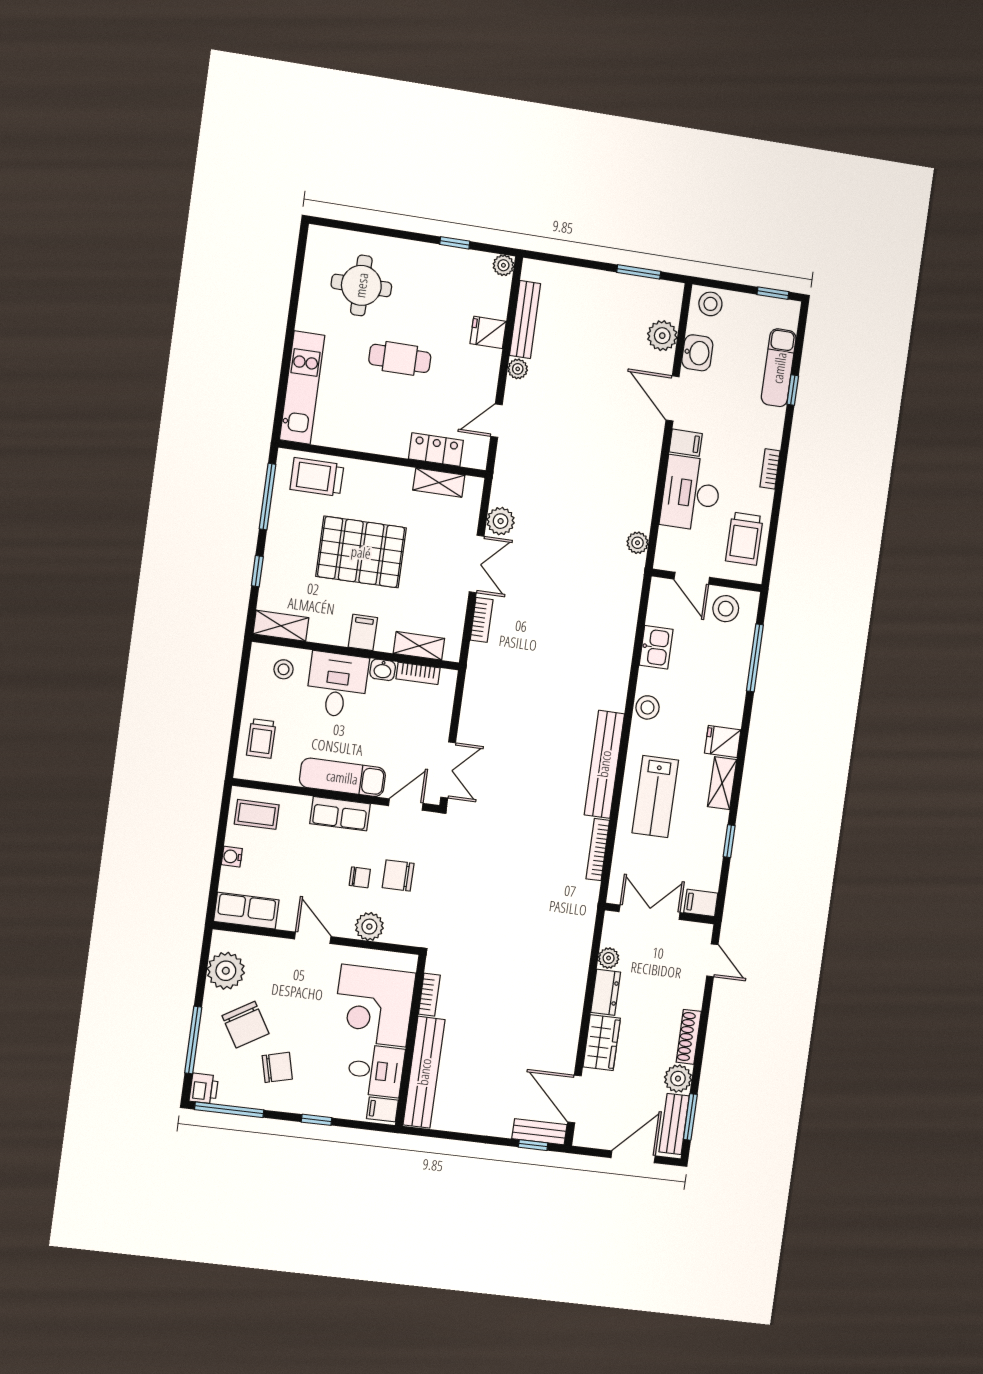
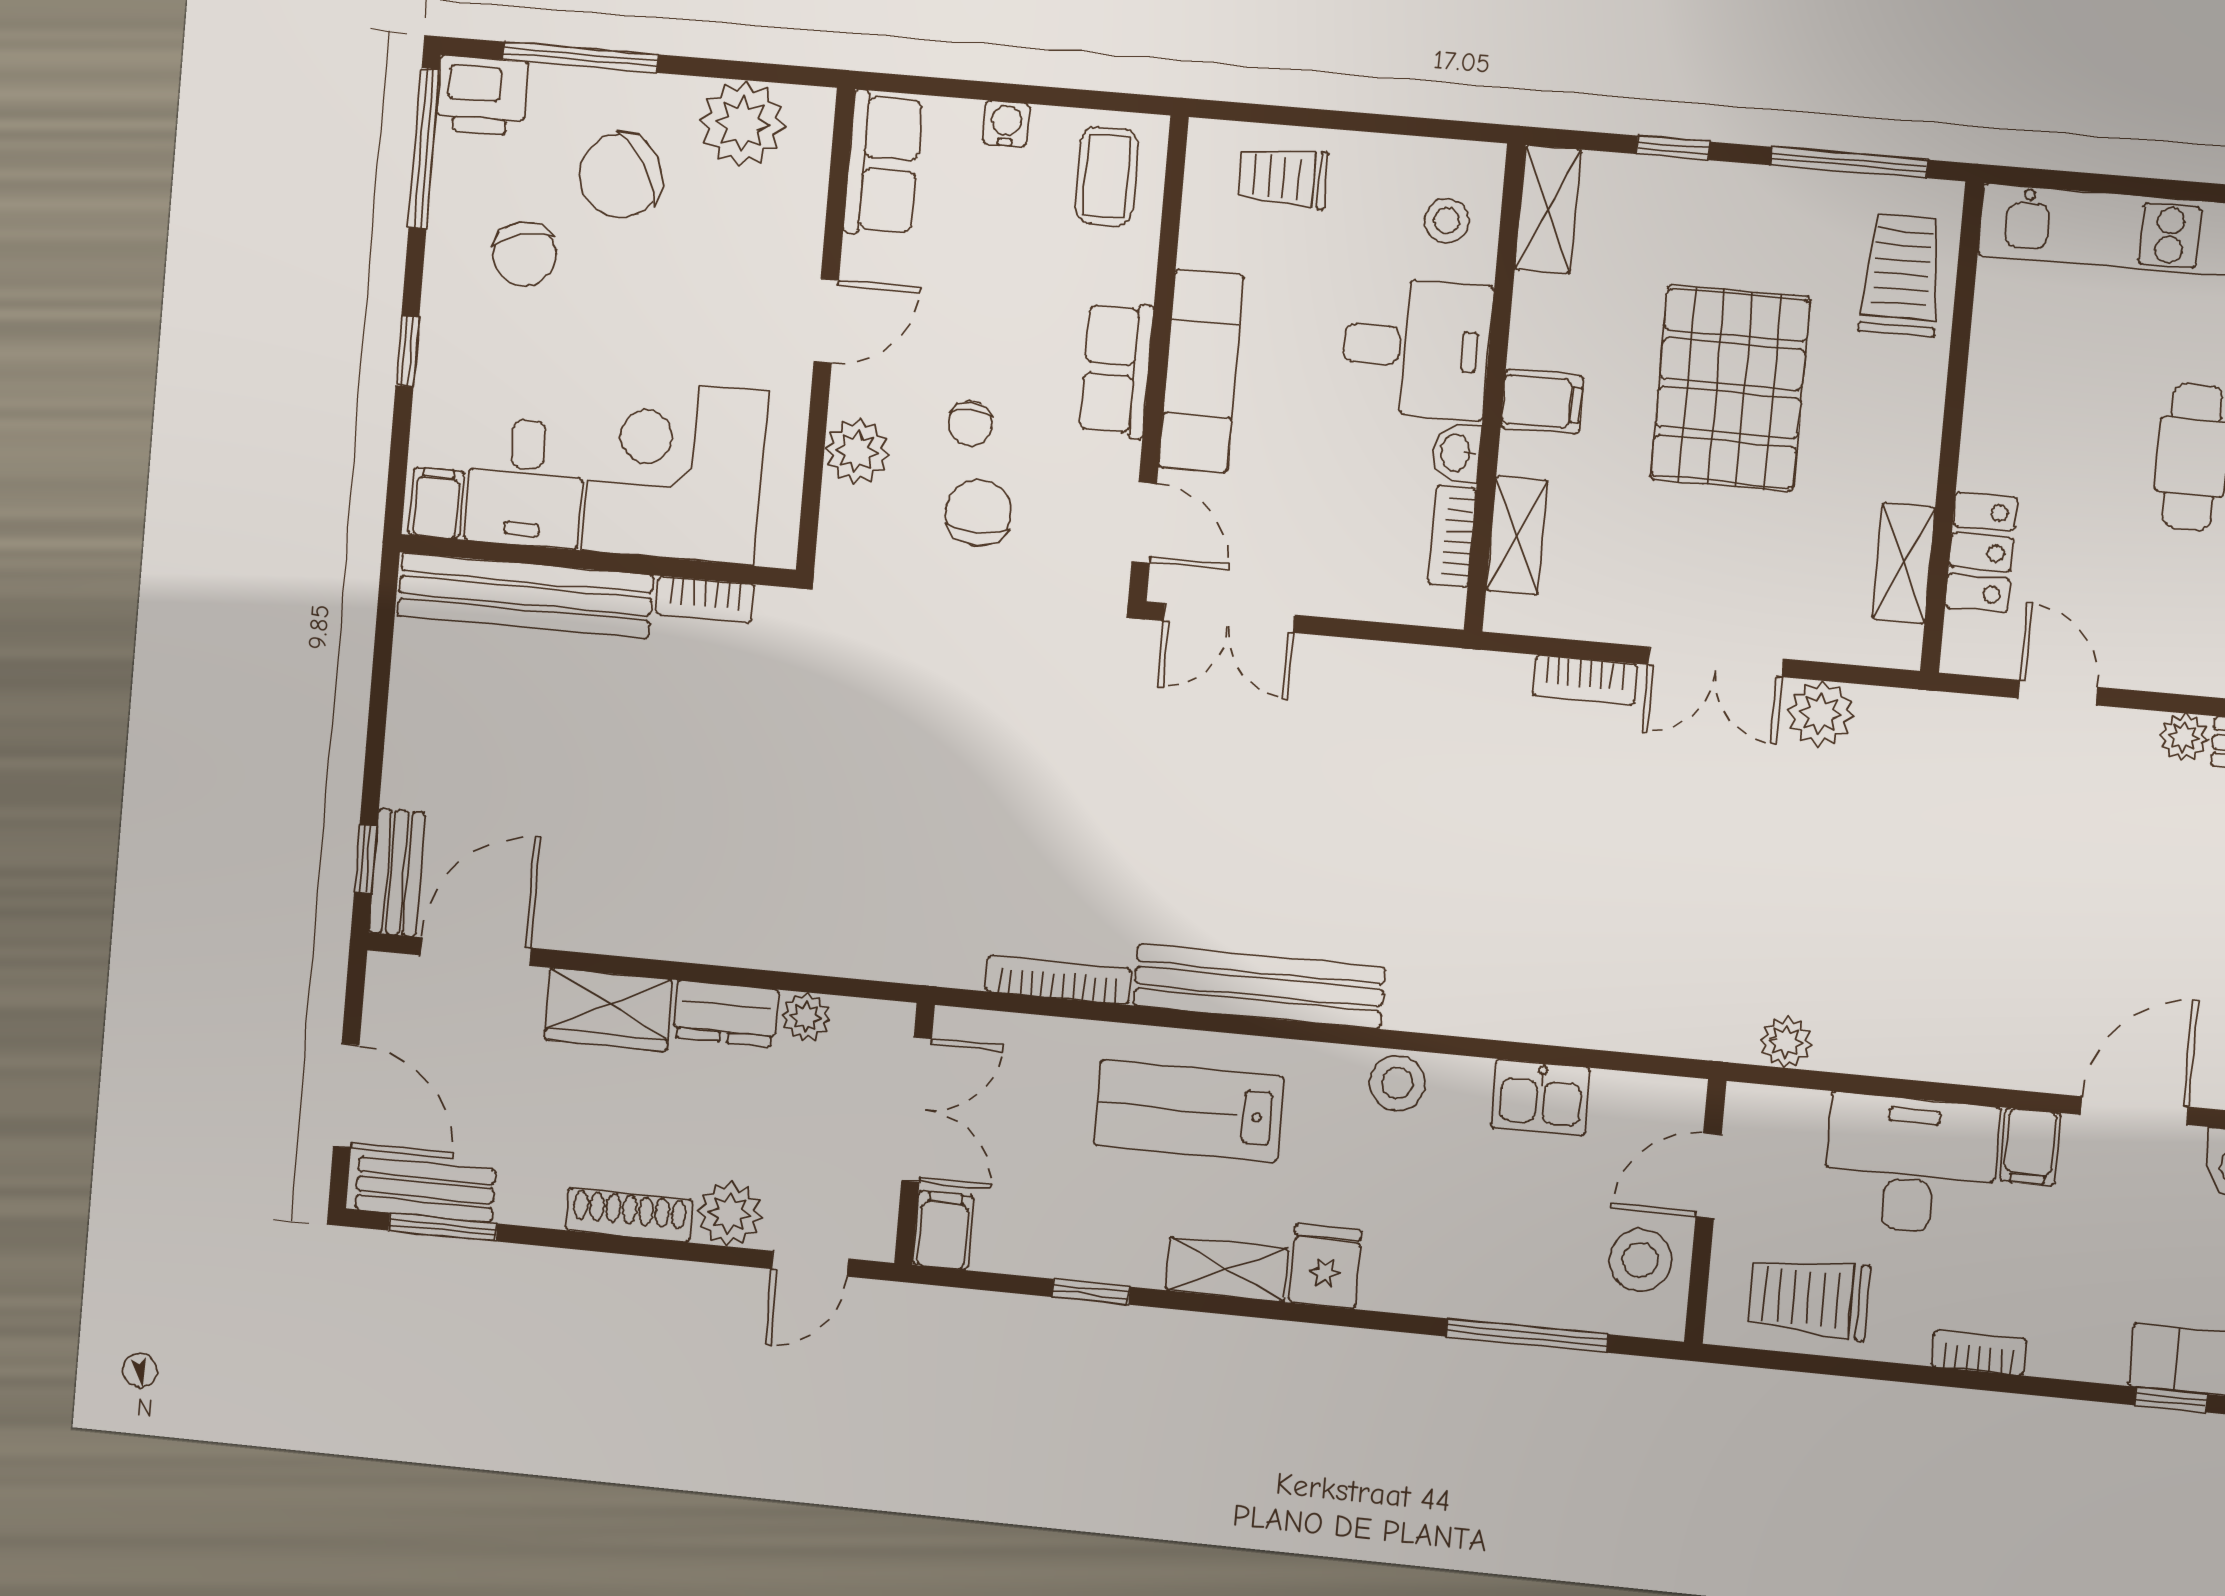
plant: (678, 1079) -> (729, 1214), moved
printer: (204, 1088) -> (482, 96), width x1.36, depth x1.24

